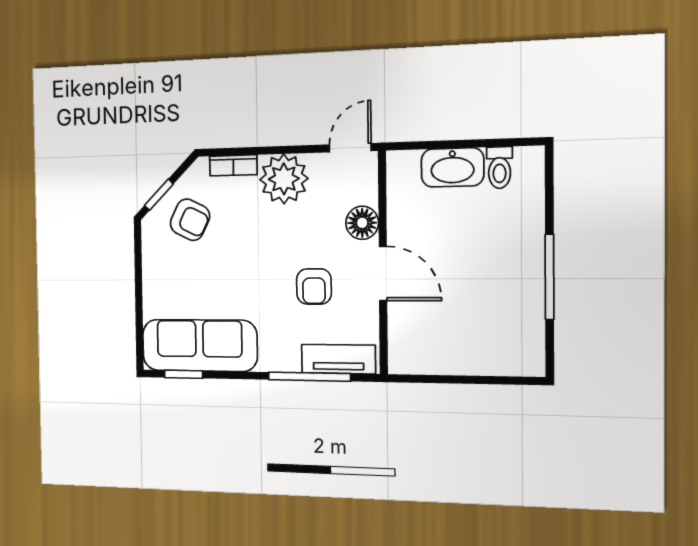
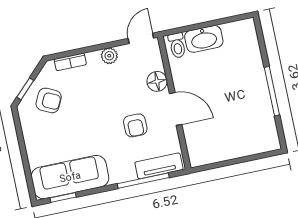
toilet: (500, 168) -> (177, 45), moved
plant: (284, 179) -> (109, 56), width x0.53, depth x0.53

